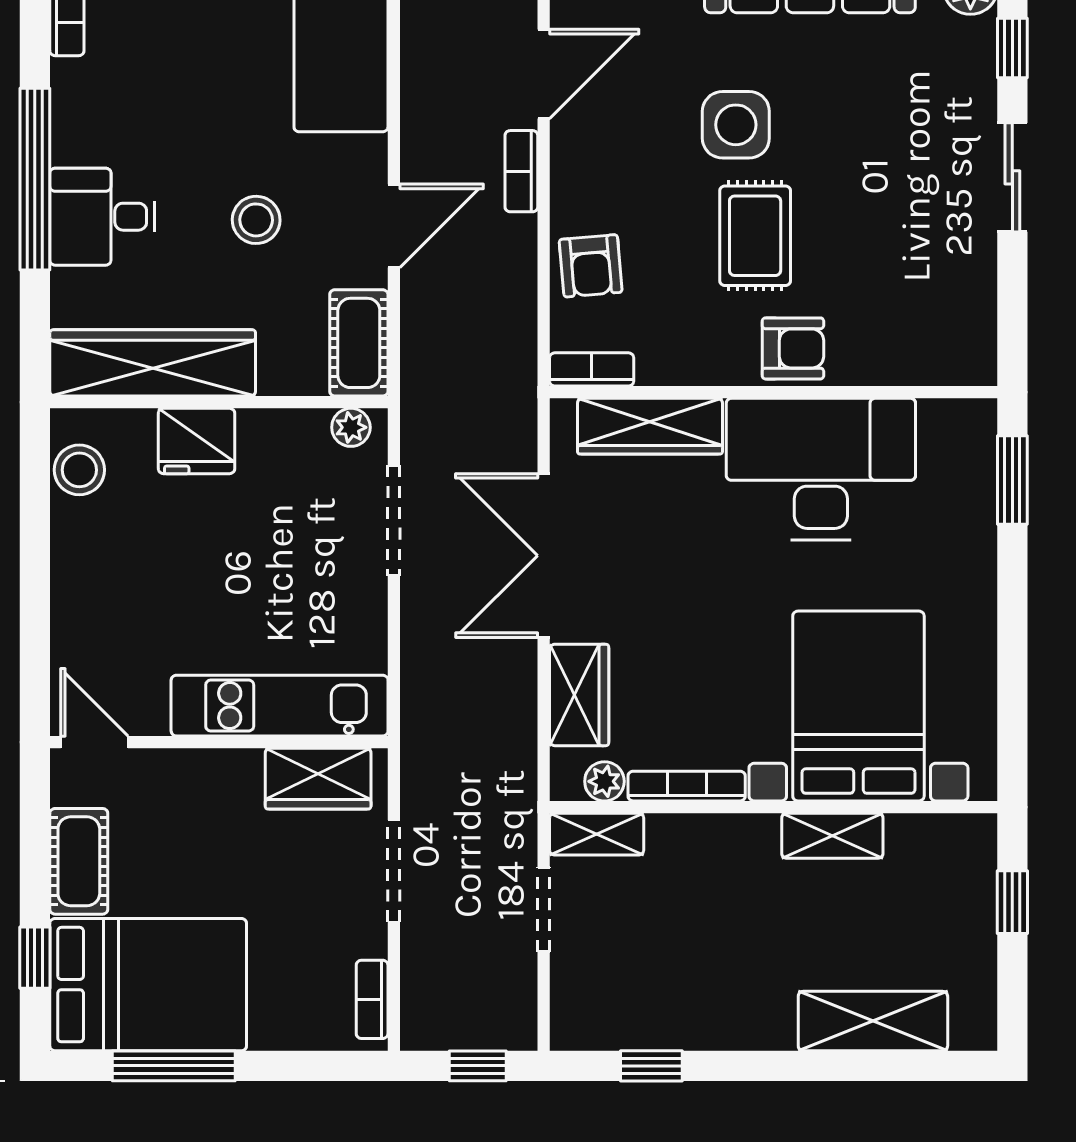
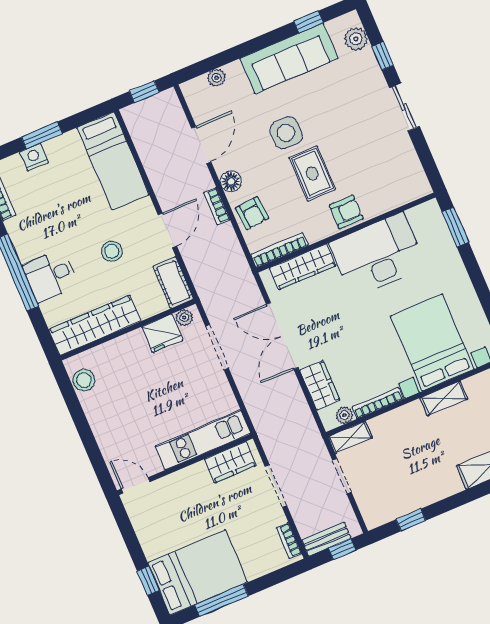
bookcase: (521, 171) -> (217, 206), moved
floor lamp: (574, 179) -> (231, 181), added
bookcase: (592, 369) -> (279, 250), width x1.56
fridge: (197, 441) -> (162, 333), moved
cot: (79, 861) -> (149, 535), removed
bench: (453, 1030) -> (326, 539), added

